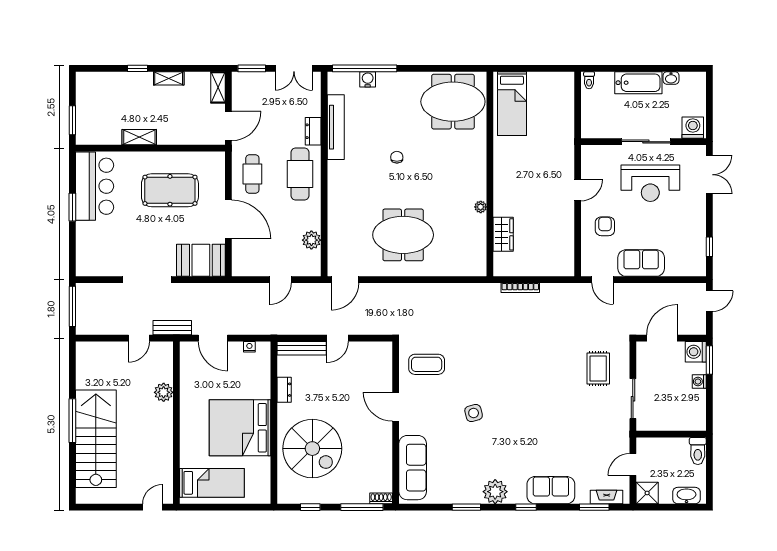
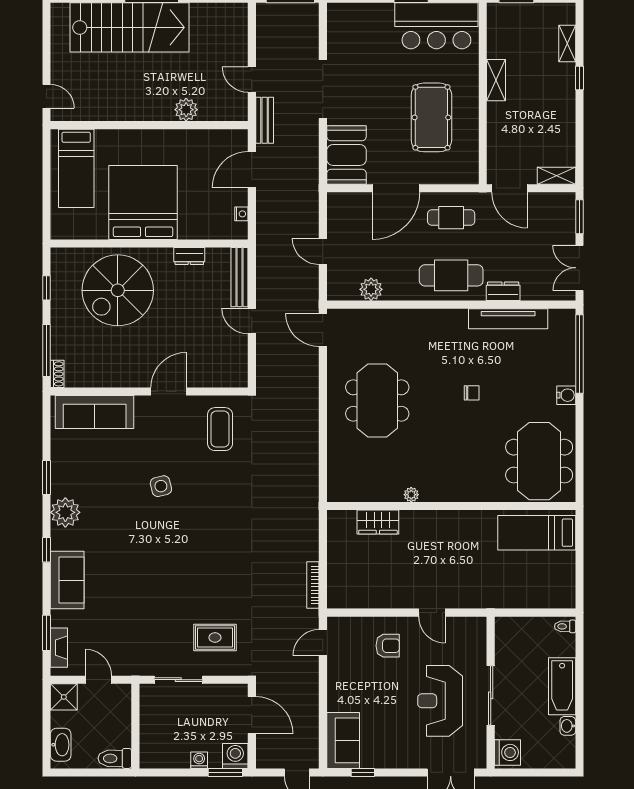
shelving: (169, 78) -> (567, 43), moved
water cooler: (368, 79) -> (566, 395), moved
sofa: (641, 263) -> (343, 740), moved
bookcase: (520, 288) -> (313, 585), moved

